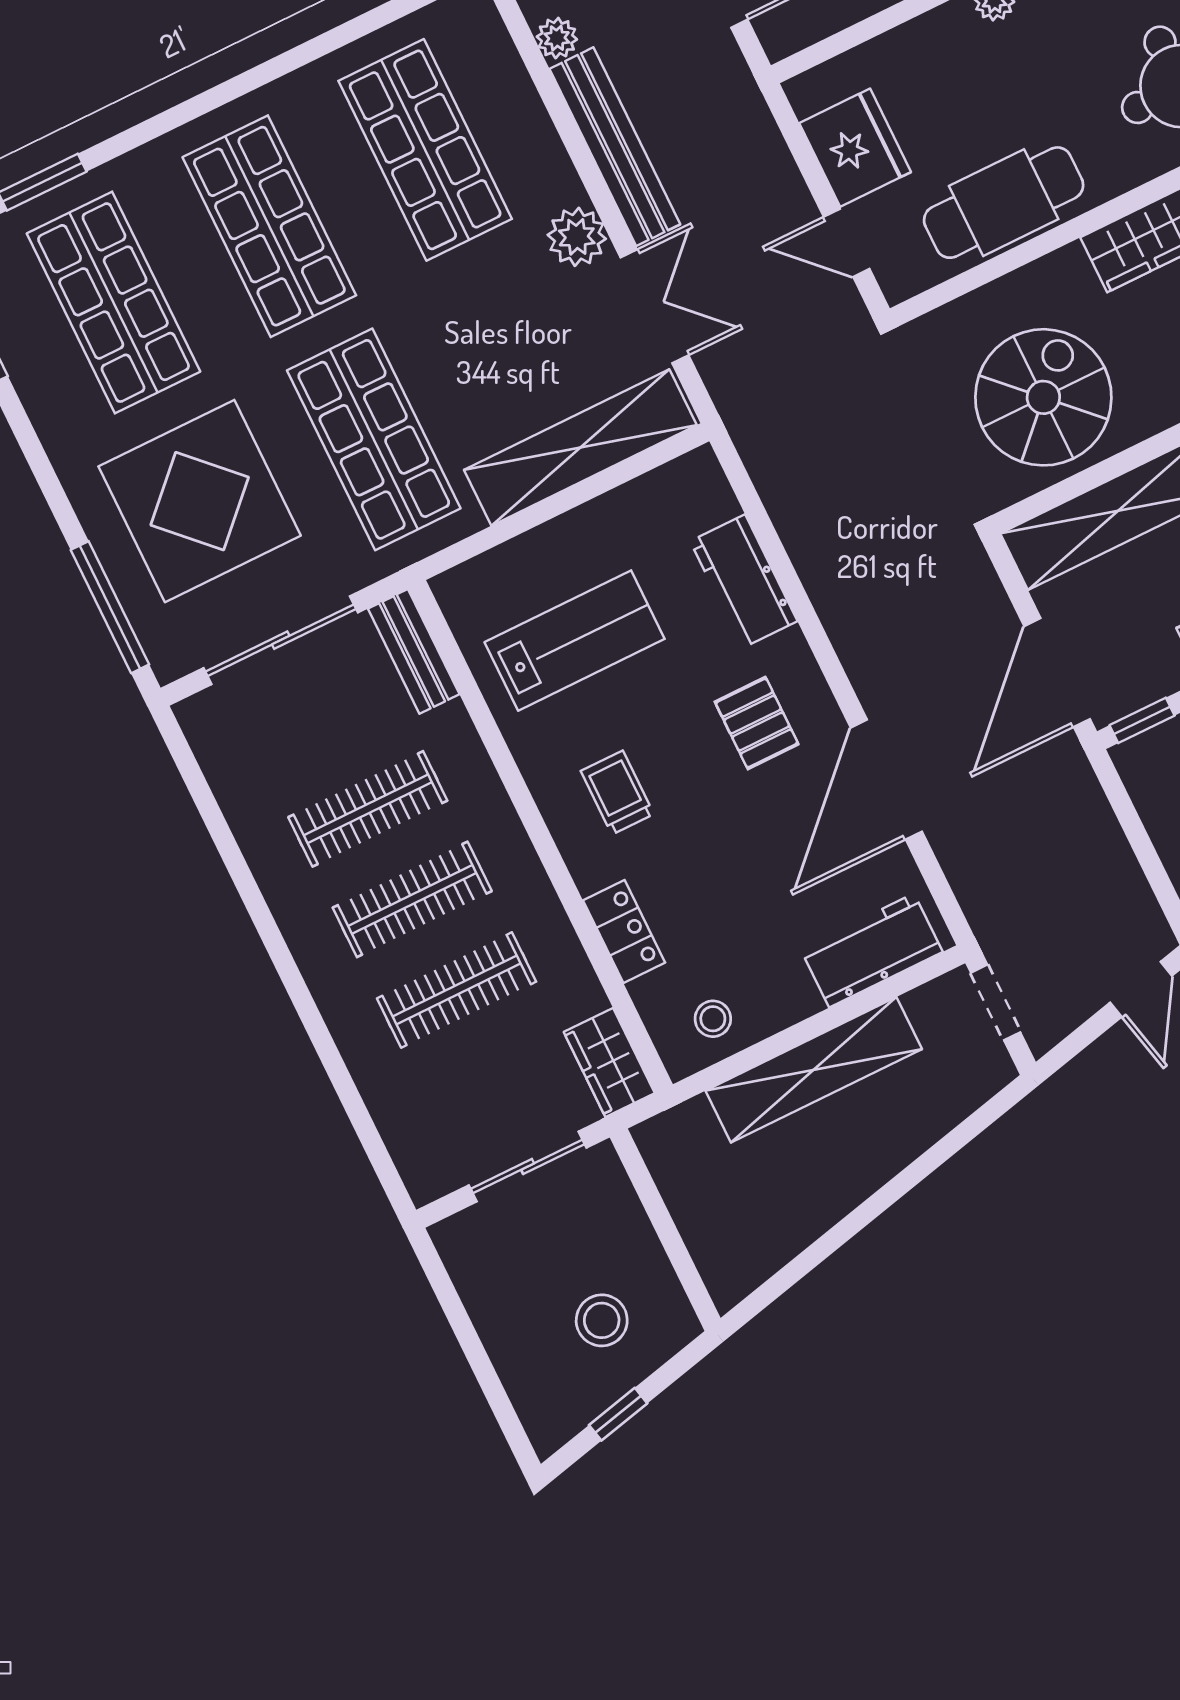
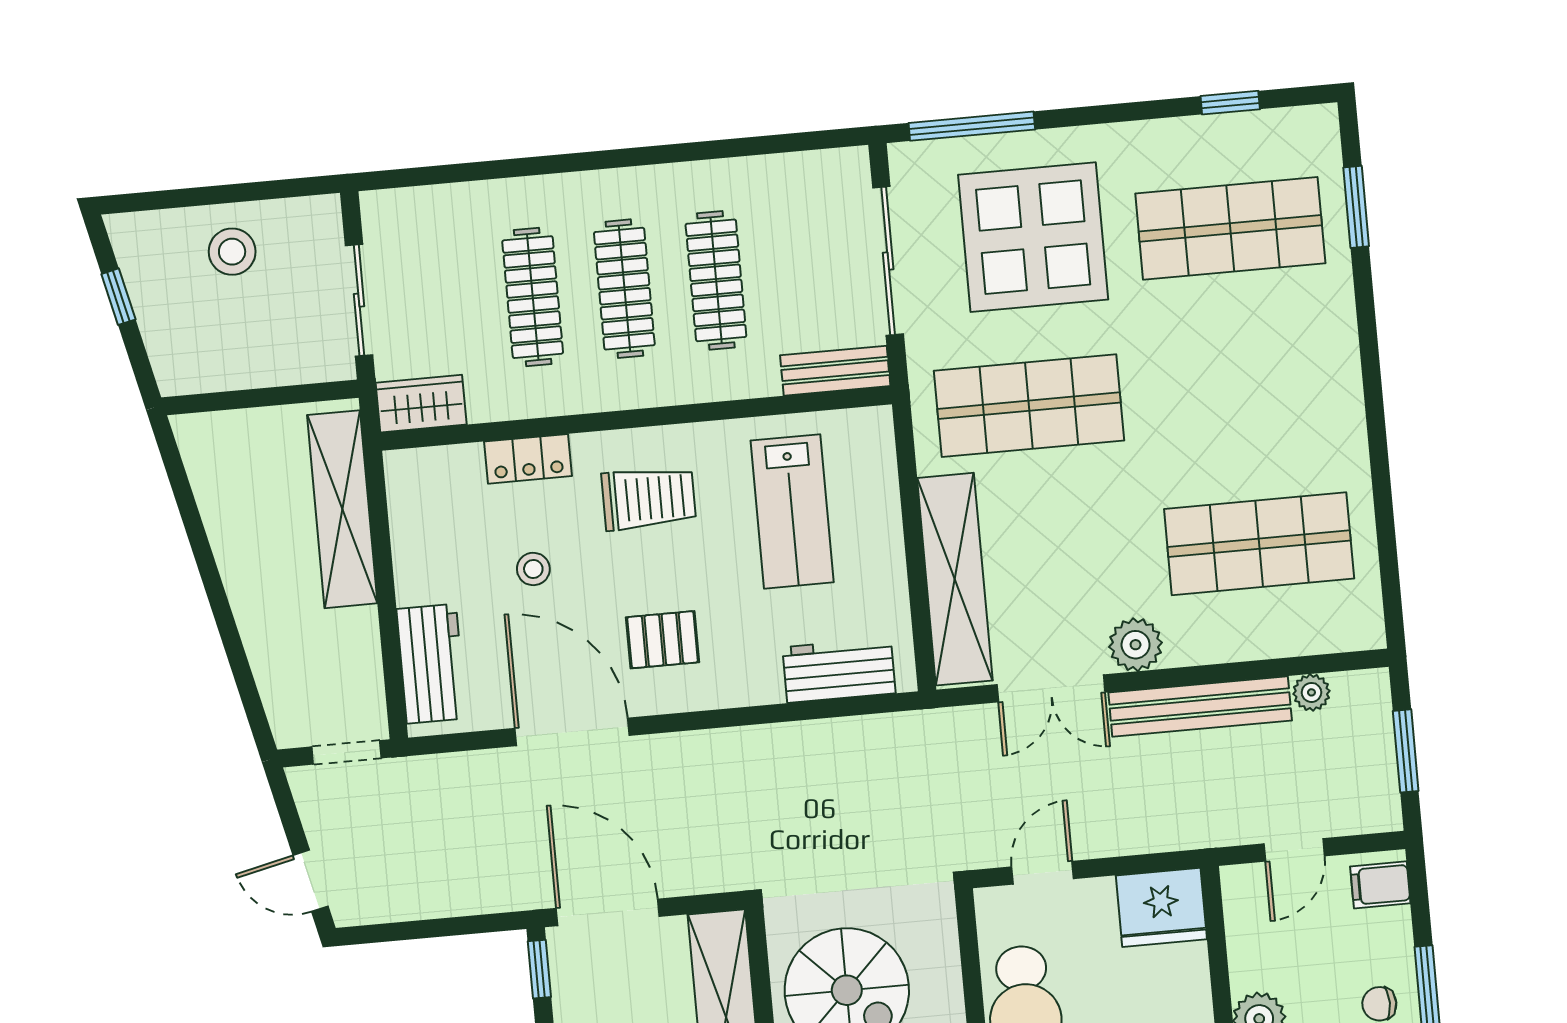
fridge: (855, 148) -> (1161, 907), moved
shop shelf: (269, 226) -> (1245, 386), removed
workbench: (744, 581) -> (839, 670), moved
trolley: (617, 792) -> (649, 498), width x1.36, depth x1.39
stool: (713, 1019) -> (533, 569), moved
shelving: (814, 1070) -> (342, 509), moved
stool: (602, 1320) -> (232, 252), moved

